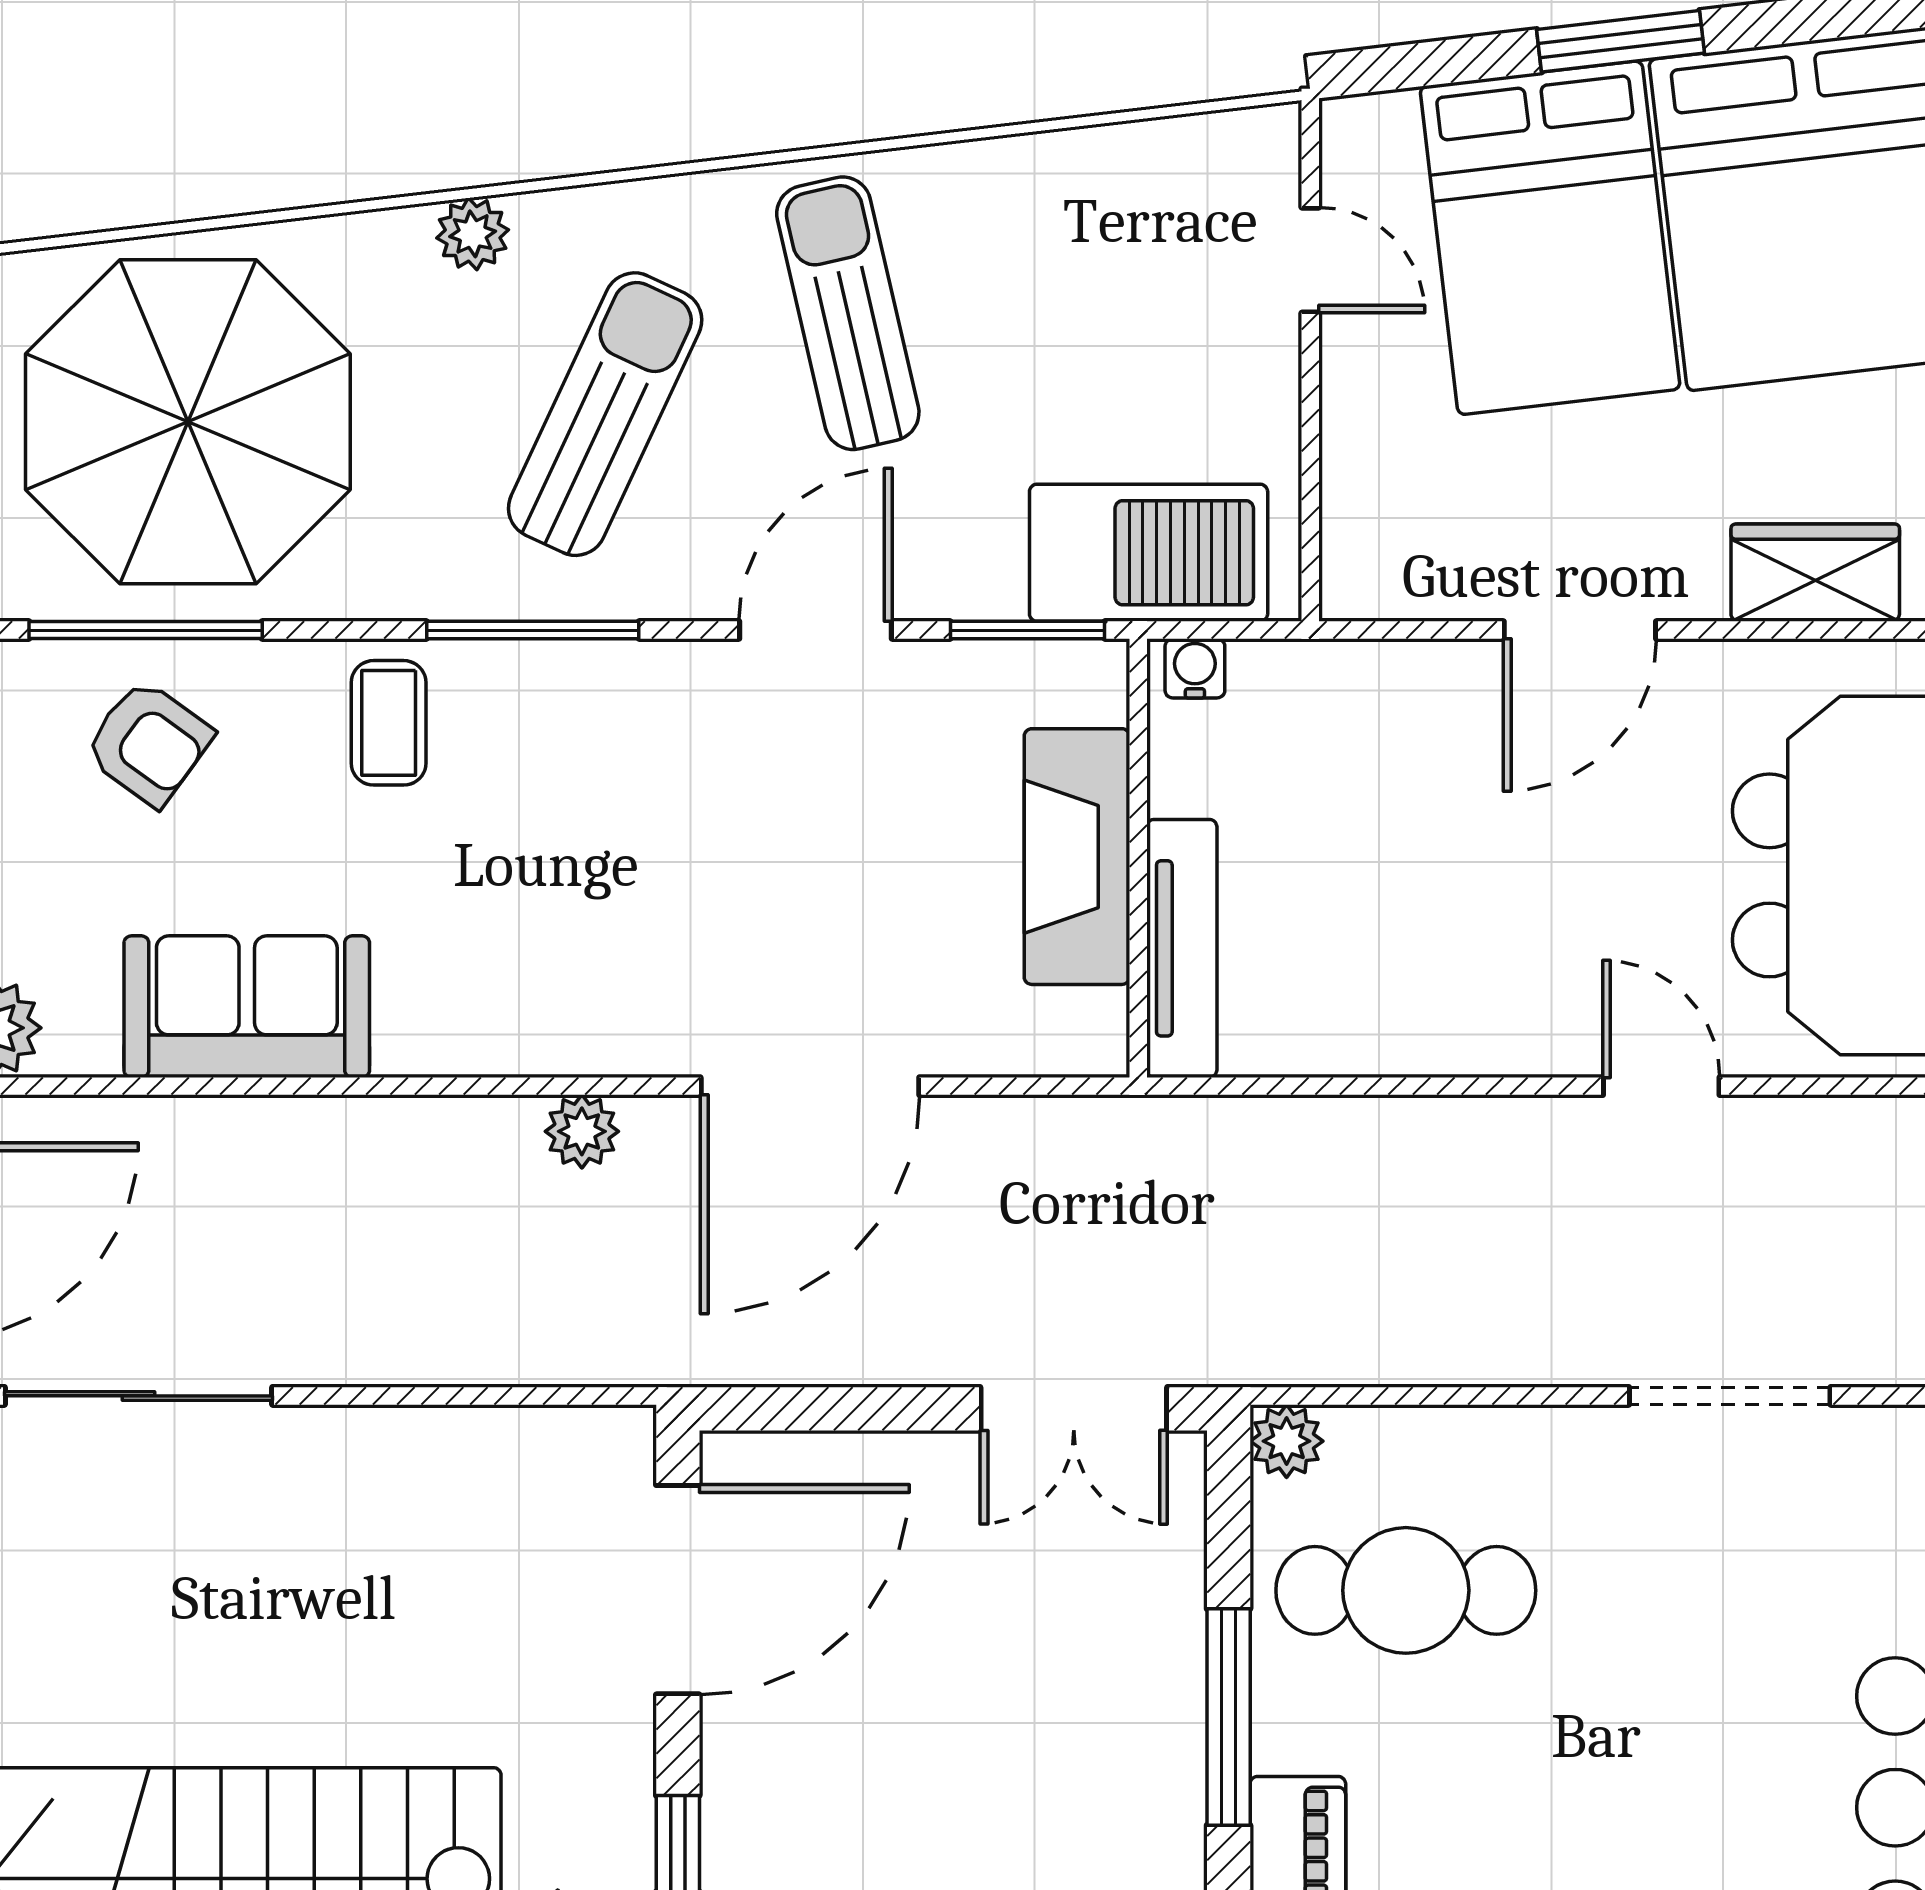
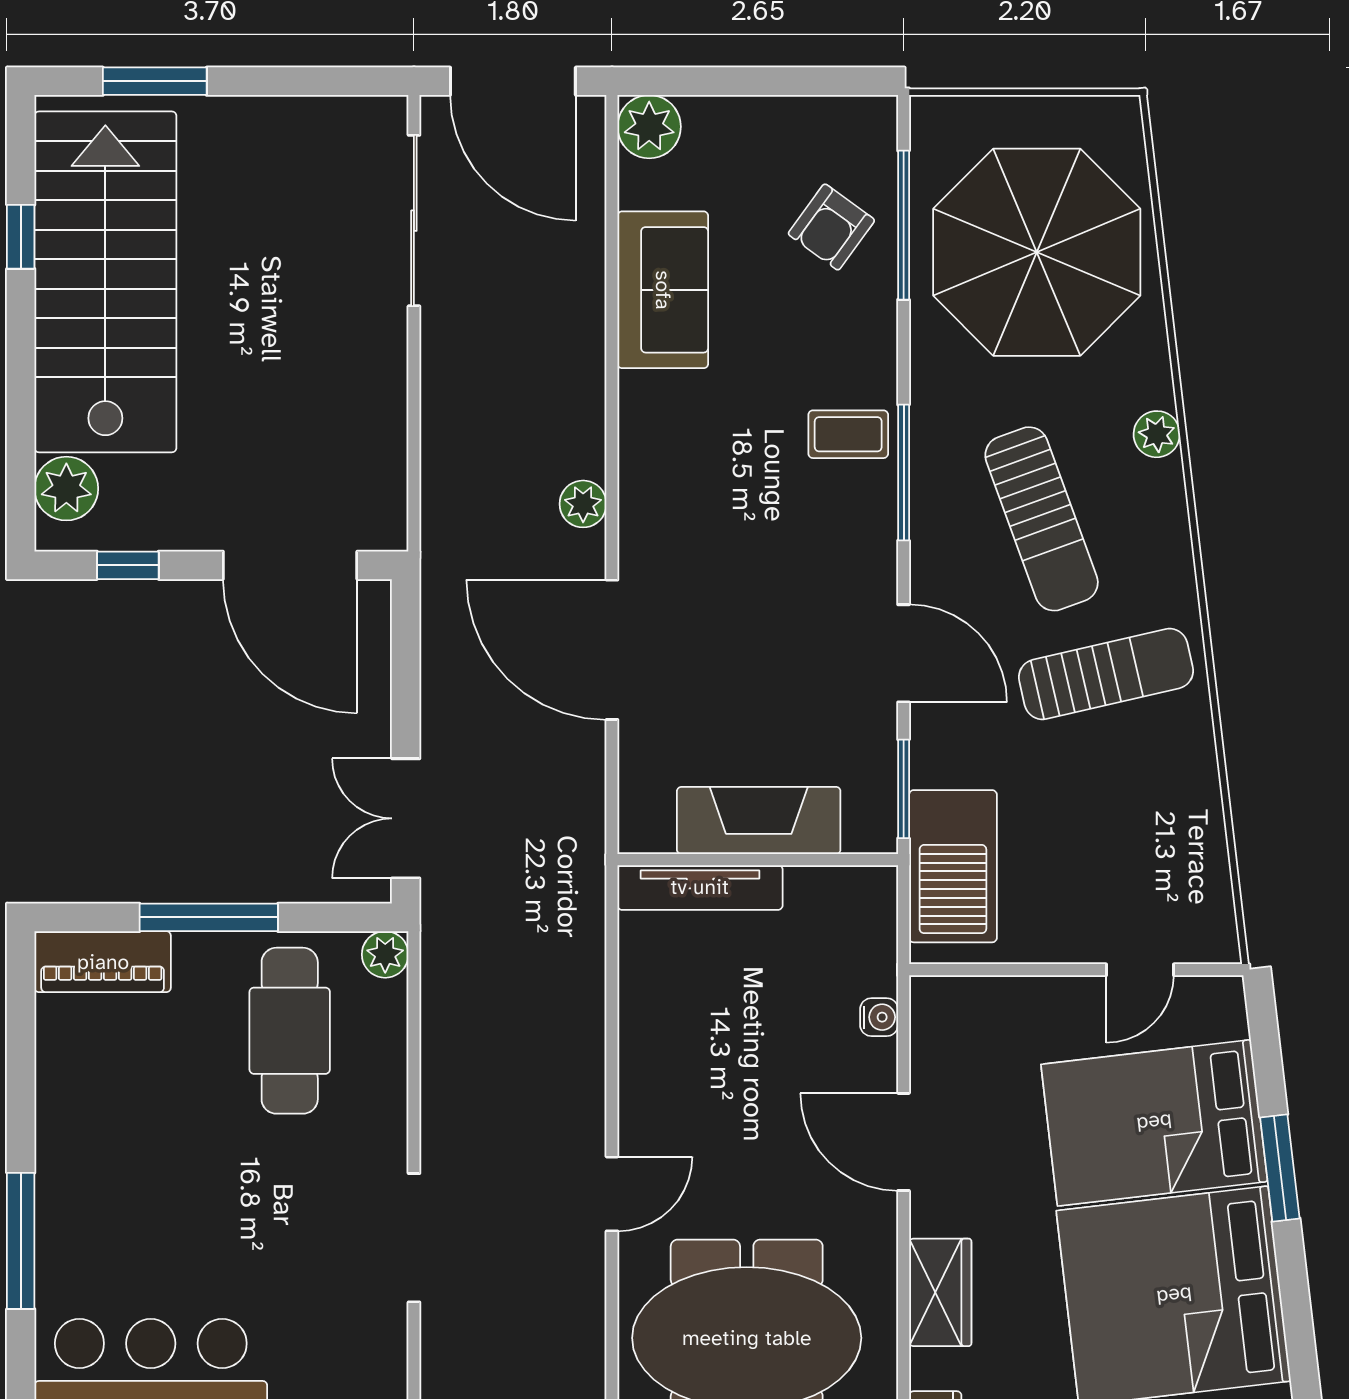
sun lounger: (605, 414) -> (1042, 519), turned 45
water cooler: (1195, 668) -> (879, 1017), moved
coffee table: (389, 723) -> (848, 434), moved

